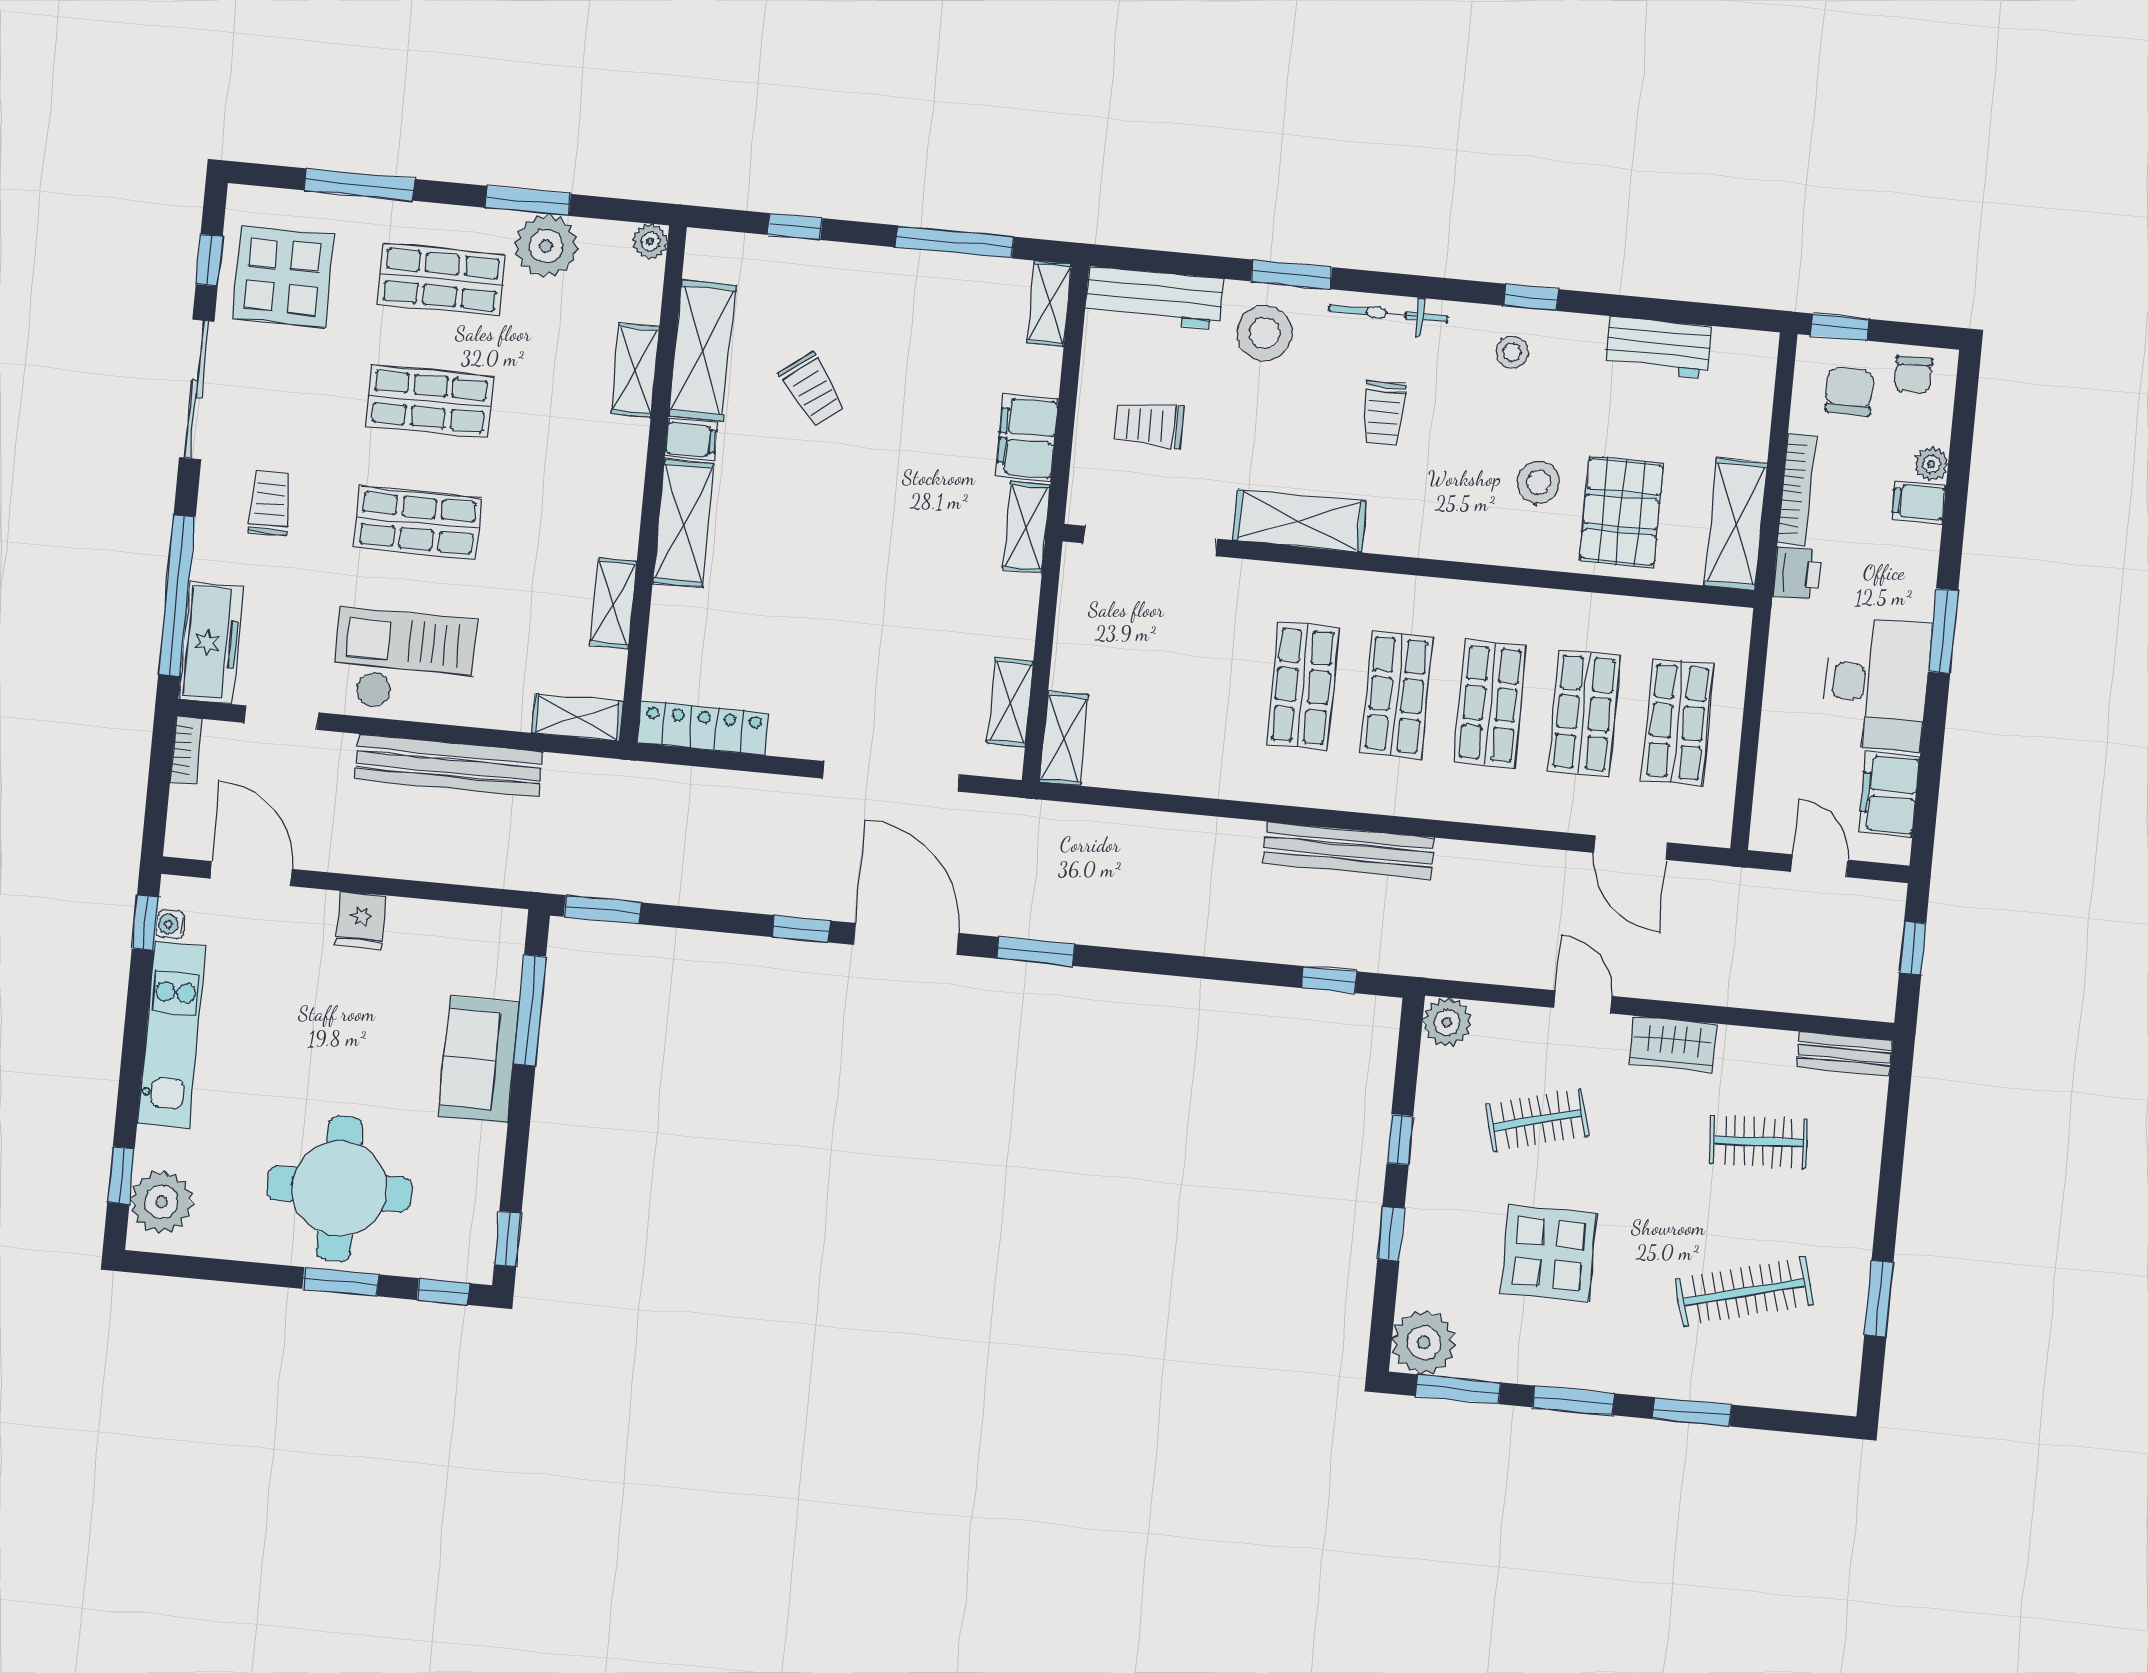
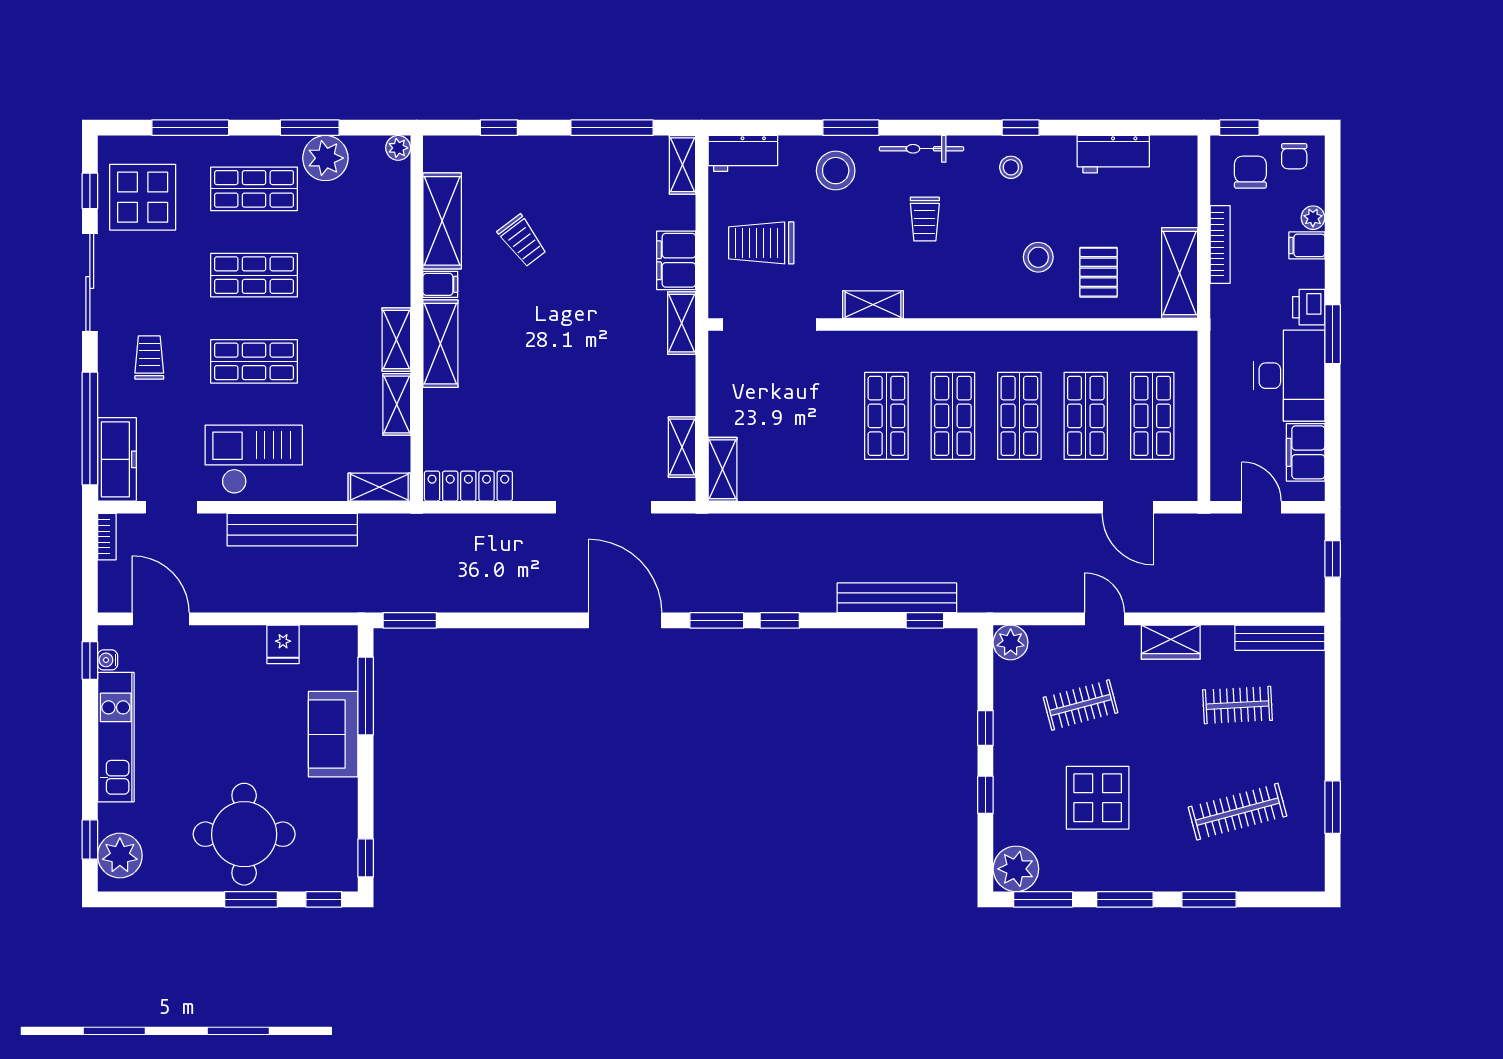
workbench: (1154, 298) -> (743, 153), width x0.73
shelving: (635, 370) -> (396, 340), moved
trolley: (1149, 425) -> (761, 243), width x1.36, depth x1.39
pallet: (1621, 512) -> (1099, 272), width x0.67, depth x0.71
shelving: (1299, 521) -> (873, 305), width x0.67, depth x0.75
printer: (1797, 573) -> (1309, 307), moved, turned 180
bench: (1349, 850) -> (897, 598), moved
fridge: (361, 920) -> (283, 644), moved
window: (801, 929) -> (780, 620), moved
bench: (1844, 1054) -> (1280, 638), width x1.36

